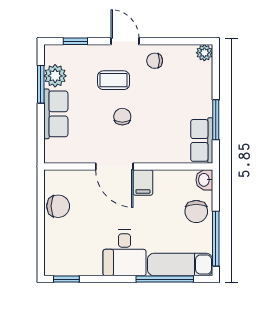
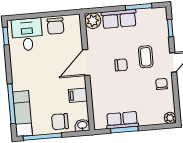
plant: (55, 76) -> (93, 21), moved
row of seats: (202, 140) -> (122, 120), moved
filing cabinet: (143, 182) -> (78, 95), moved
desk: (124, 253) -> (27, 34), moved, turned 90

